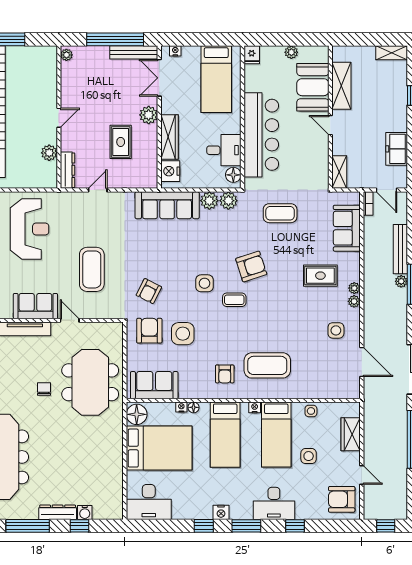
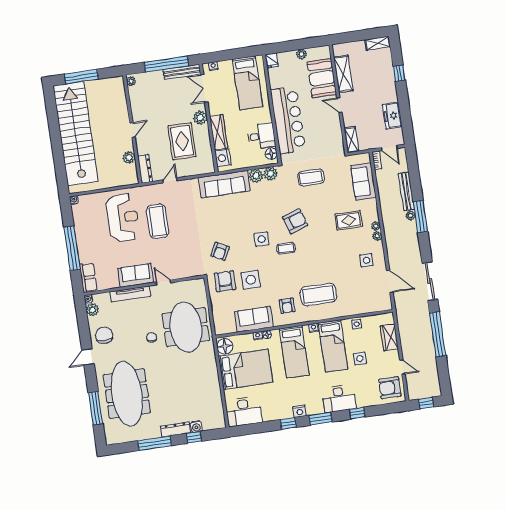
rug: (121, 142) -> (182, 141), width x1.36, depth x1.43
coffee table: (92, 269) -> (158, 221), moved
sofa: (154, 385) -> (254, 319), moved

